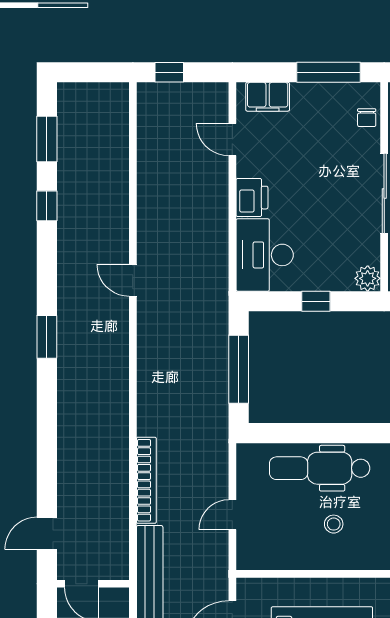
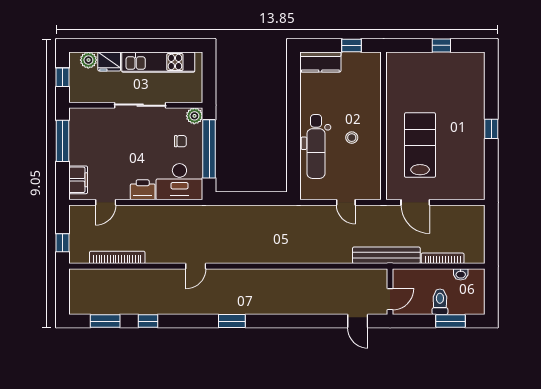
chair: (367, 118) -> (180, 141), moved
window: (316, 301) -> (209, 149), width x3.17
window: (239, 369) -> (253, 198), removed
bookcase: (146, 480) -> (117, 257), moved

